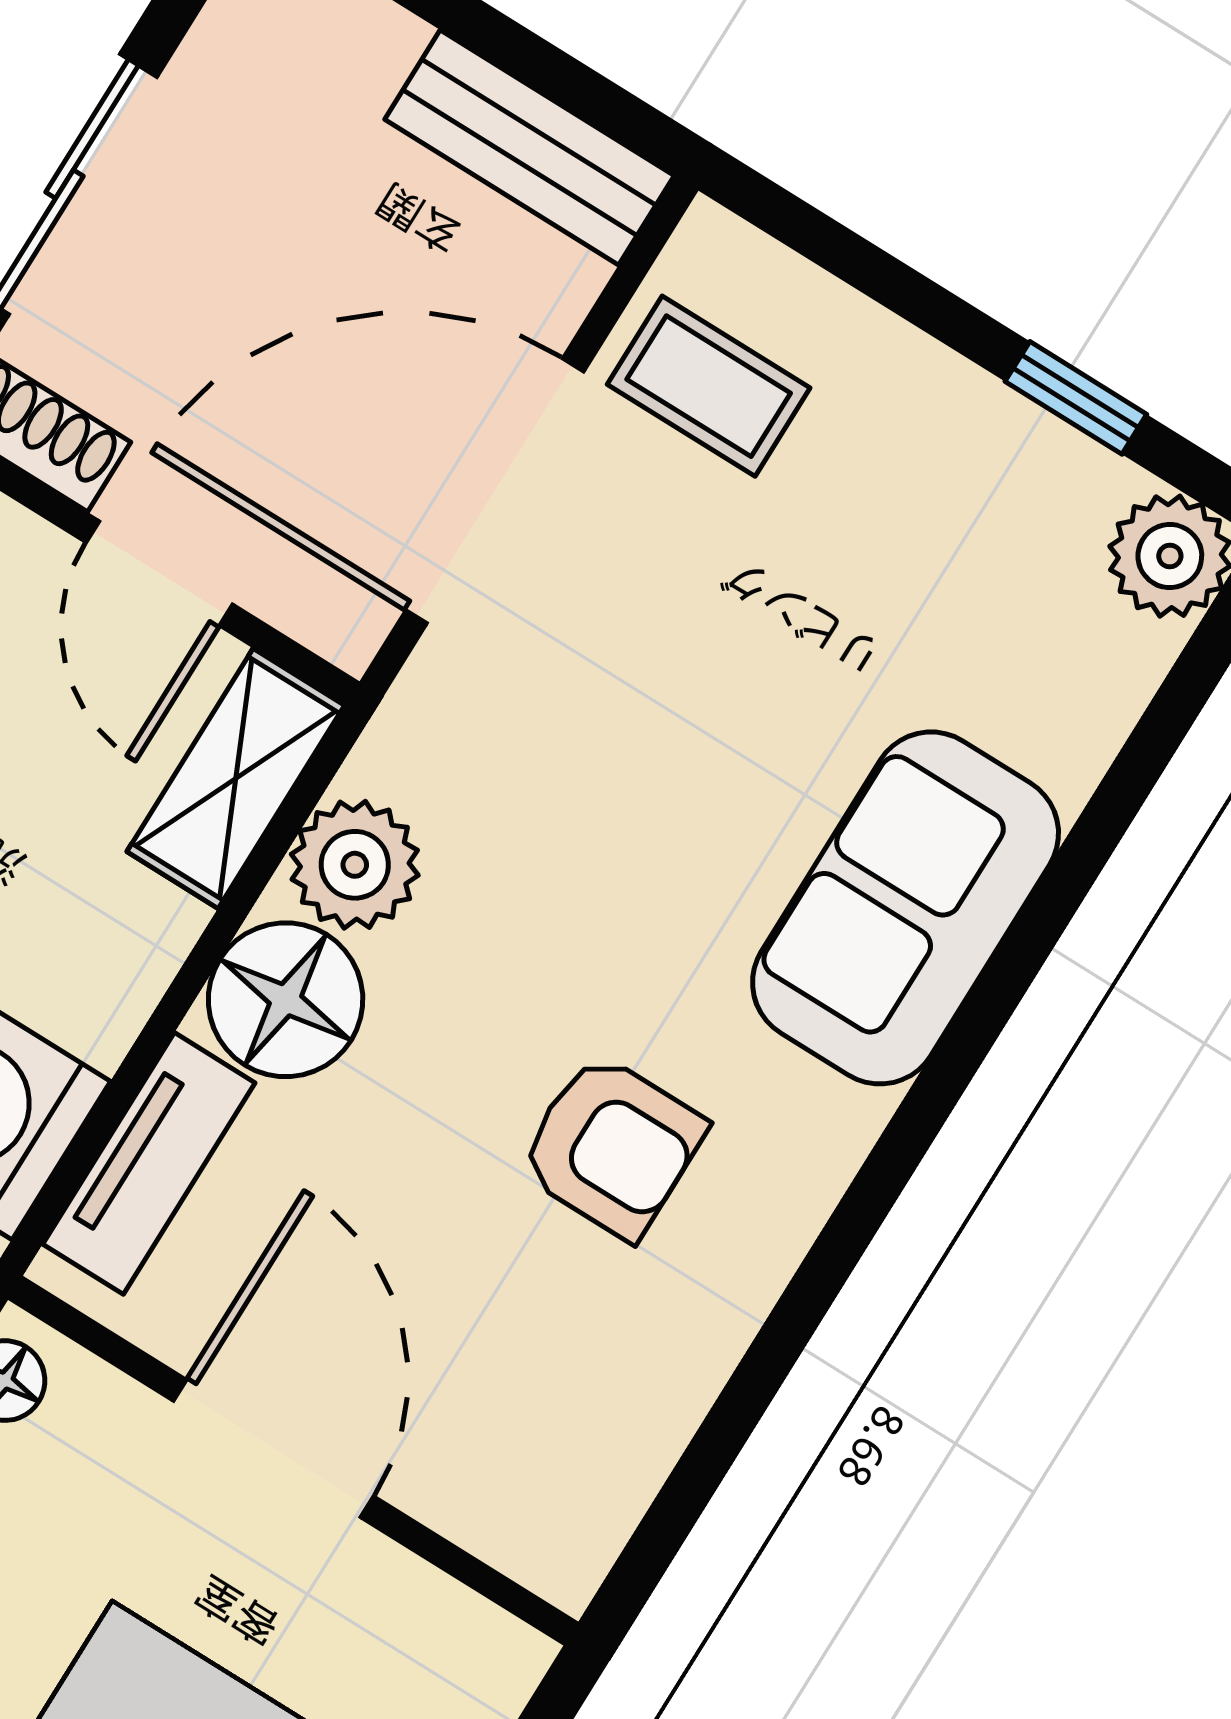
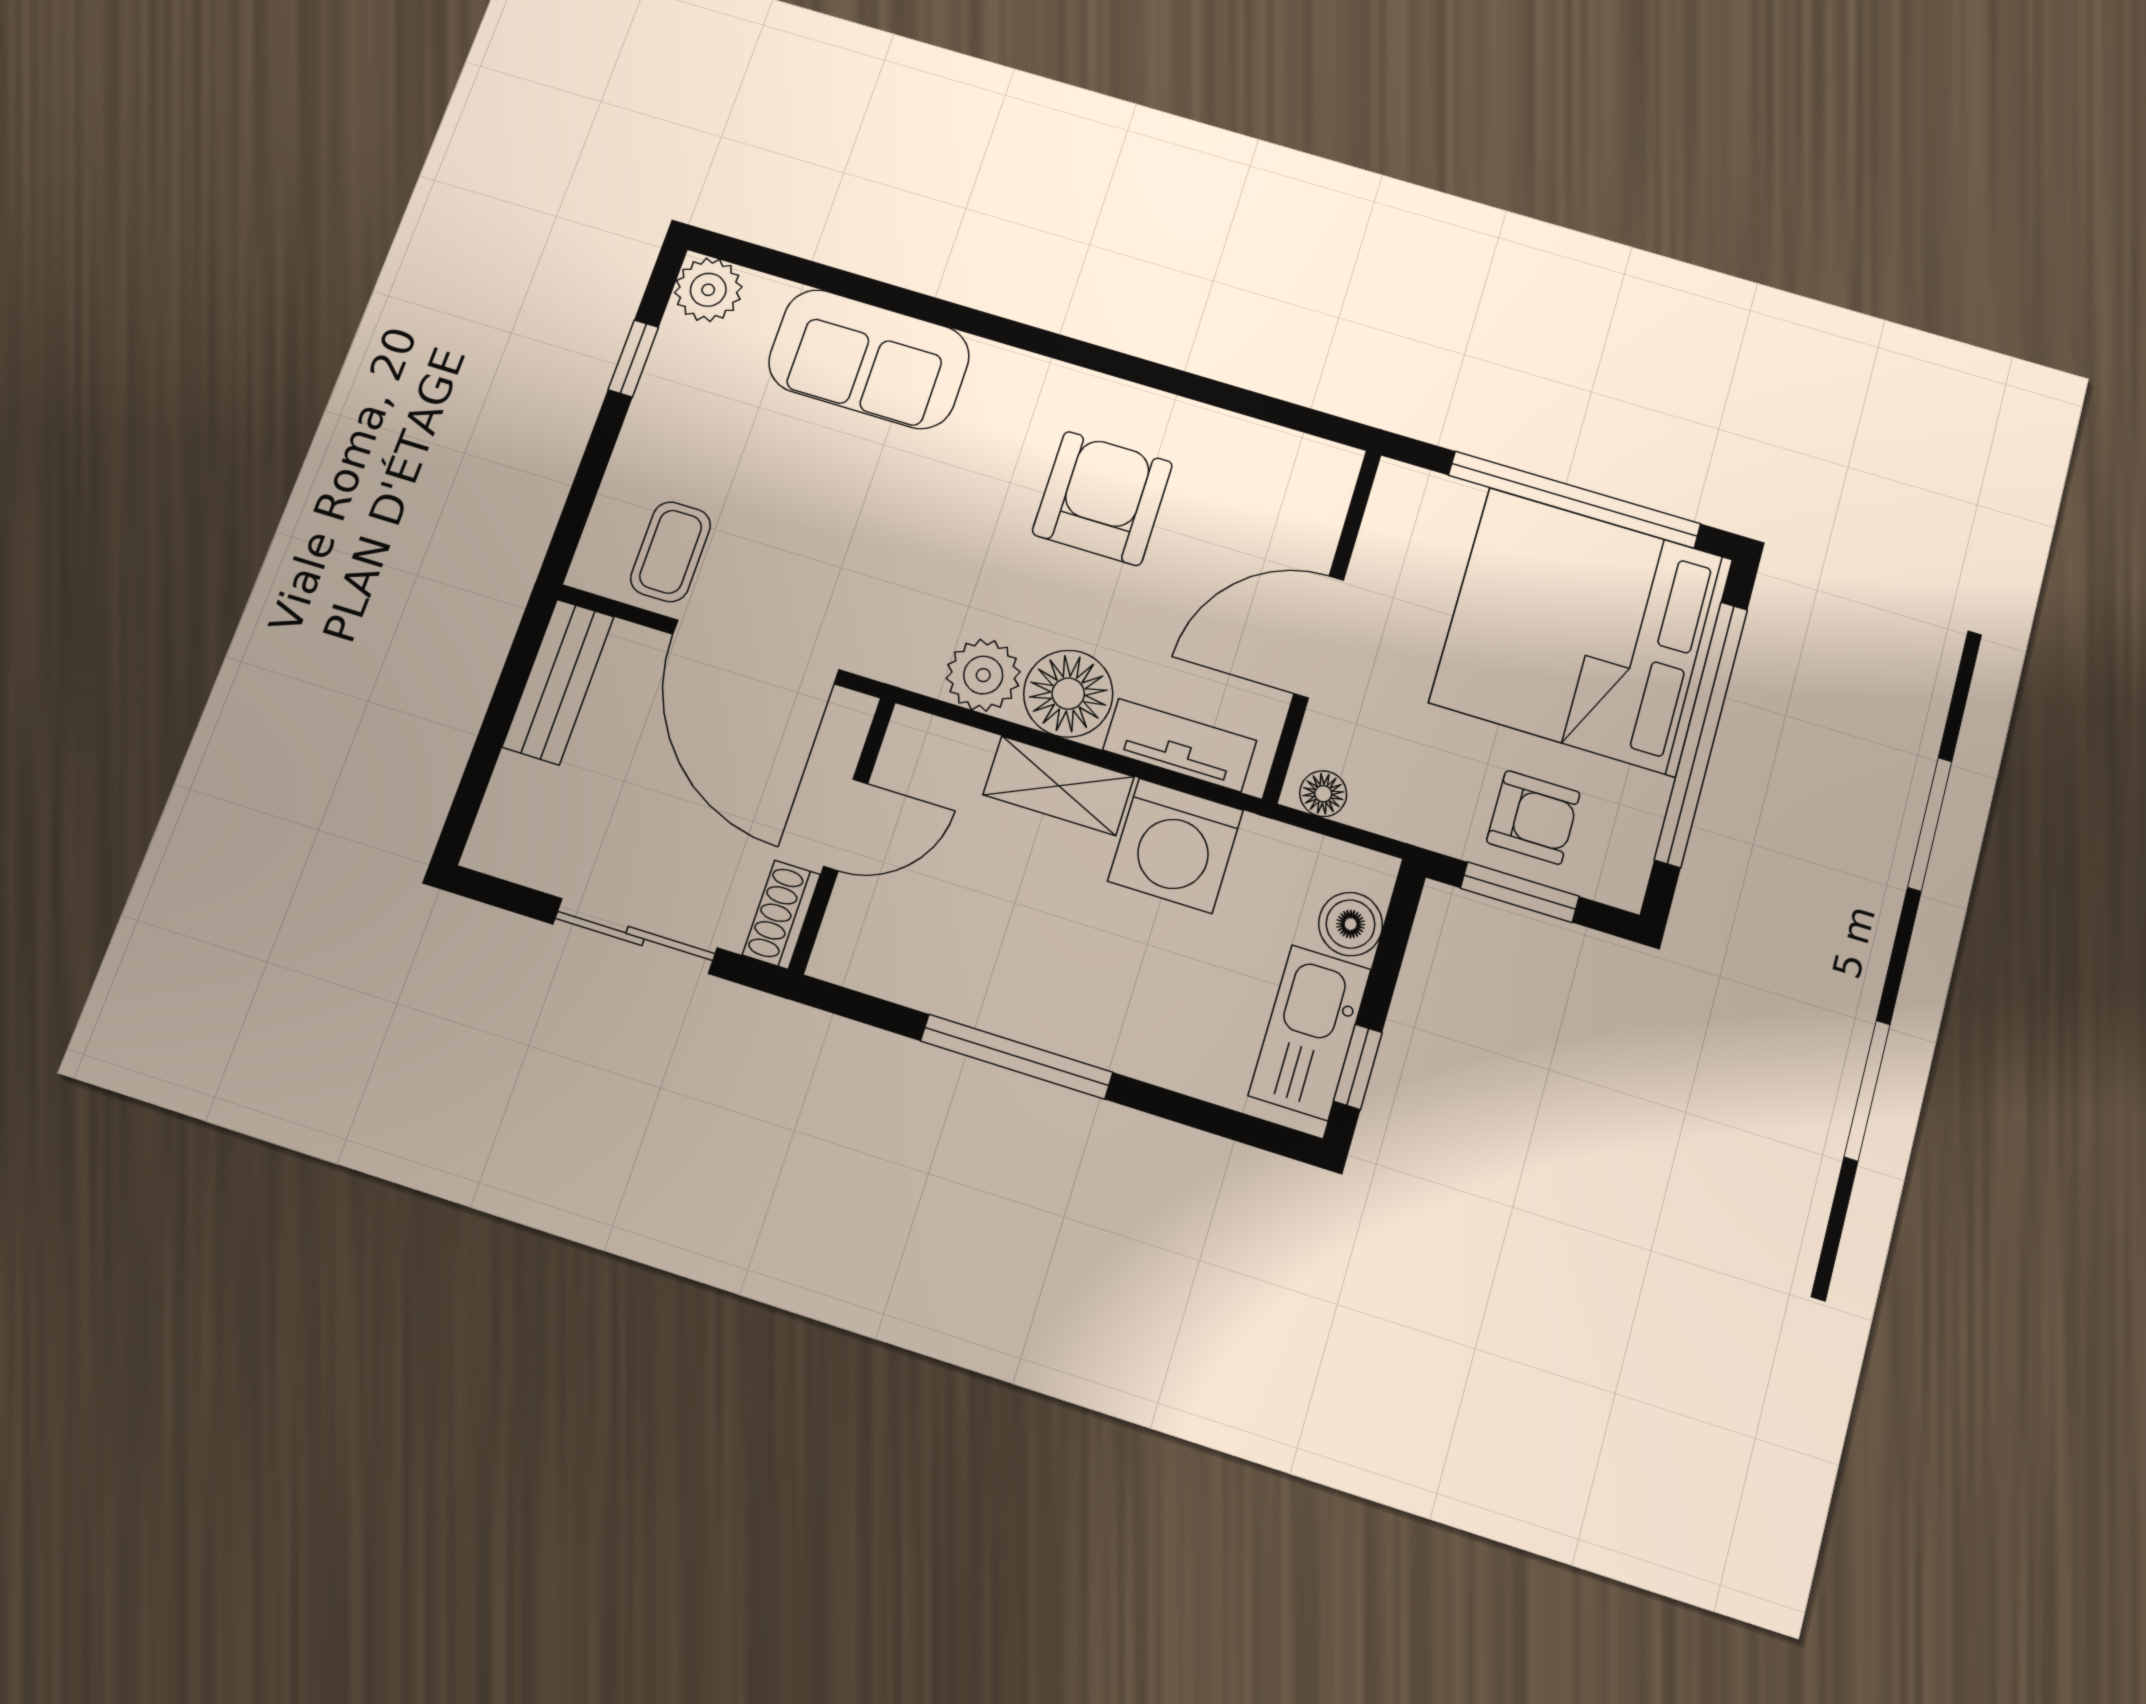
shelving: (236, 778) -> (1059, 786), moved
sofa: (906, 908) -> (869, 359), moved
armchair: (612, 1146) -> (1102, 498), width x1.38, depth x1.38

